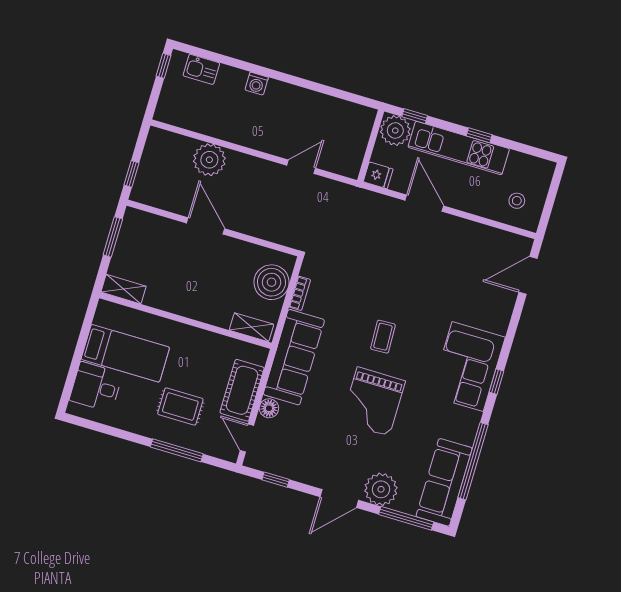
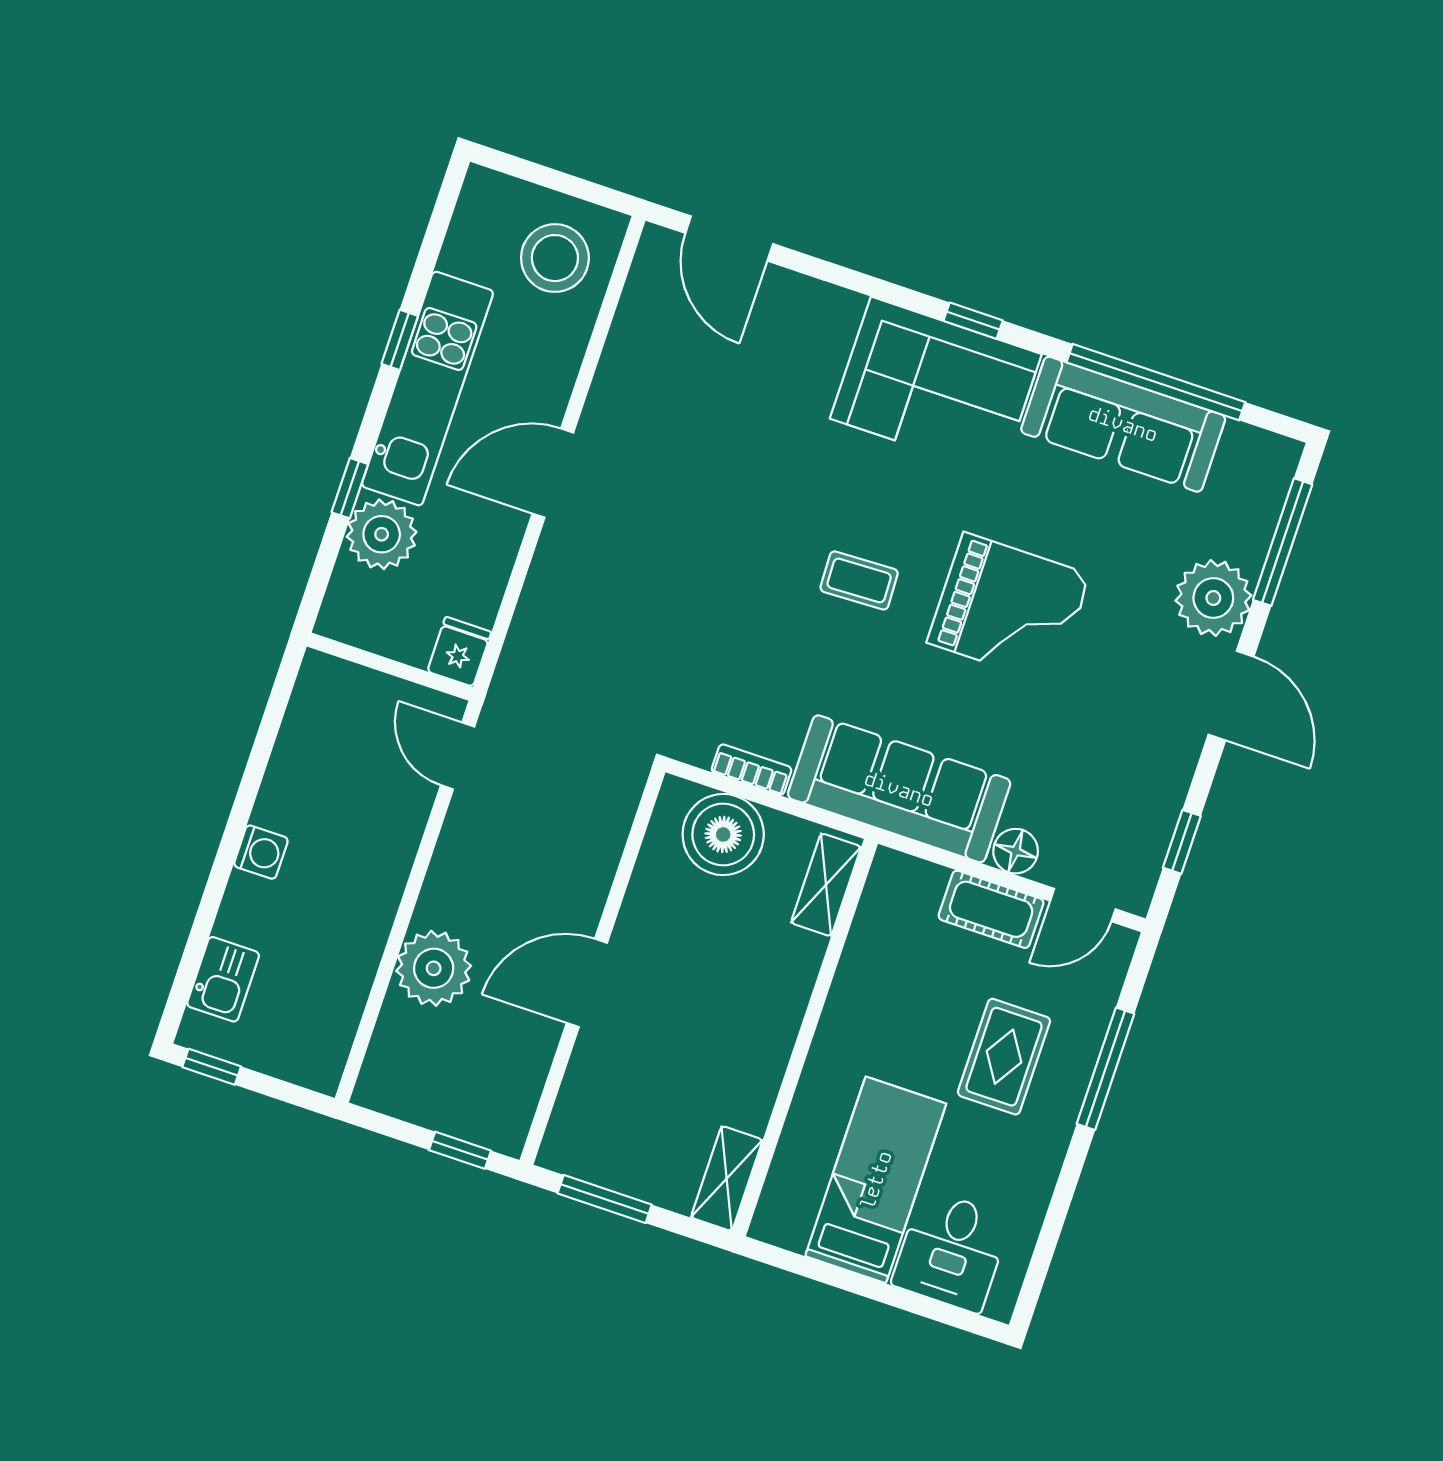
wall: (371, 146) -> (390, 667), moved
fridge: (378, 175) -> (459, 652), moved
stool: (517, 201) -> (555, 258), width x1.89, depth x1.89
cot: (242, 390) -> (991, 909), width x0.73, depth x0.75
sofa: (444, 482) -> (1123, 424), moved

